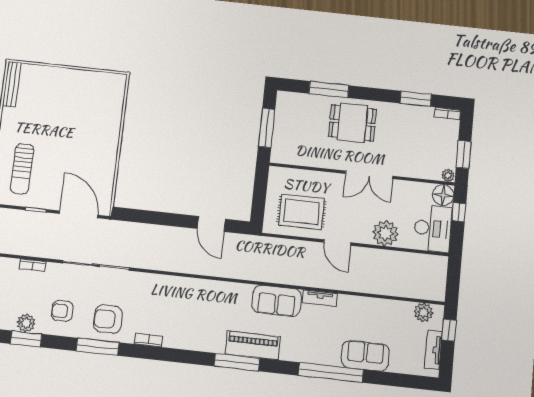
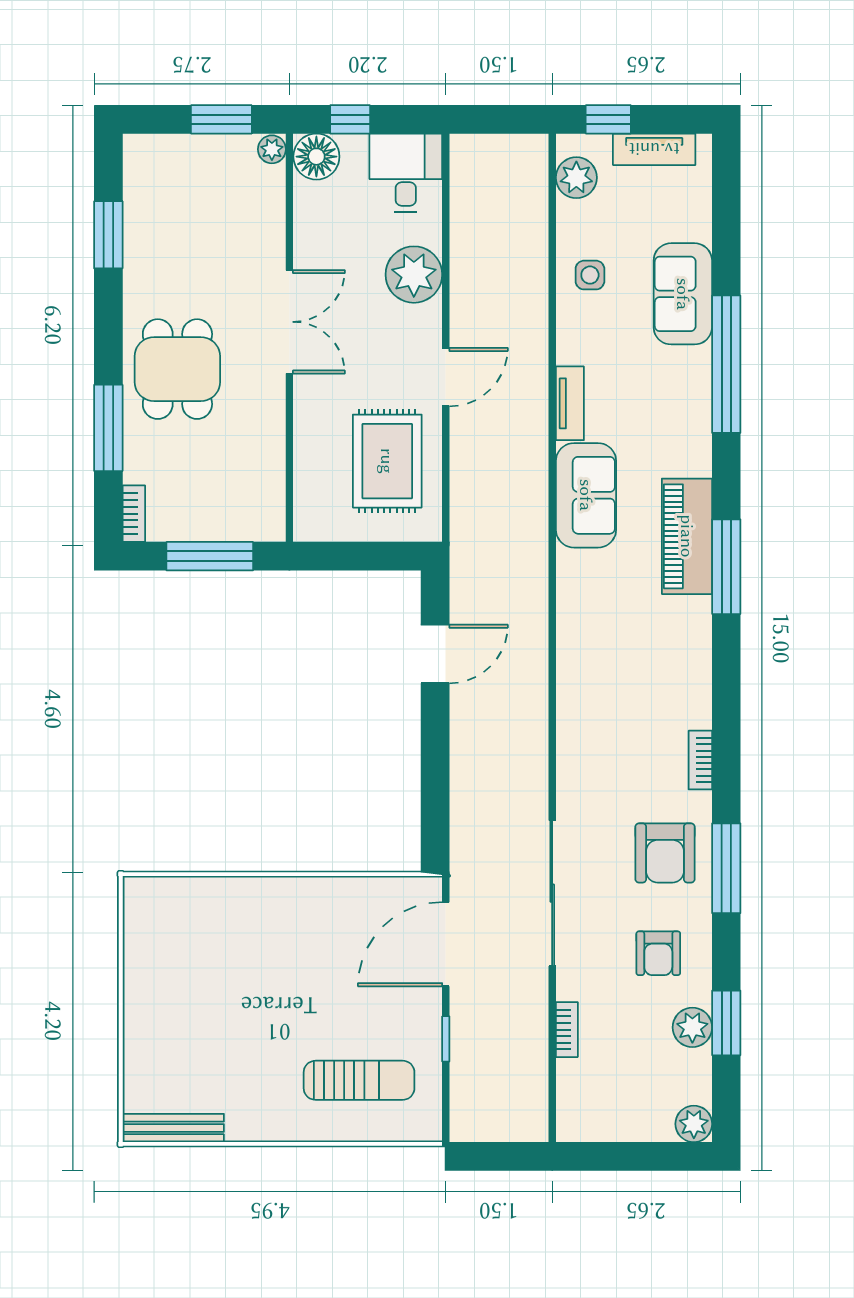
bookcase: (448, 114) -> (134, 514), moved
desk: (433, 228) -> (406, 173), width x0.73
side table: (378, 314) -> (590, 275), added

